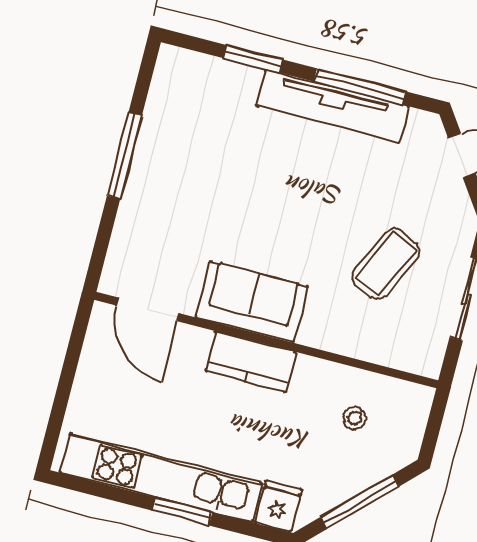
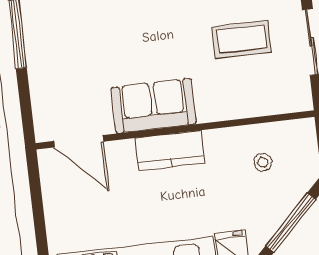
coffee table: (386, 264) -> (242, 39), turned 64

